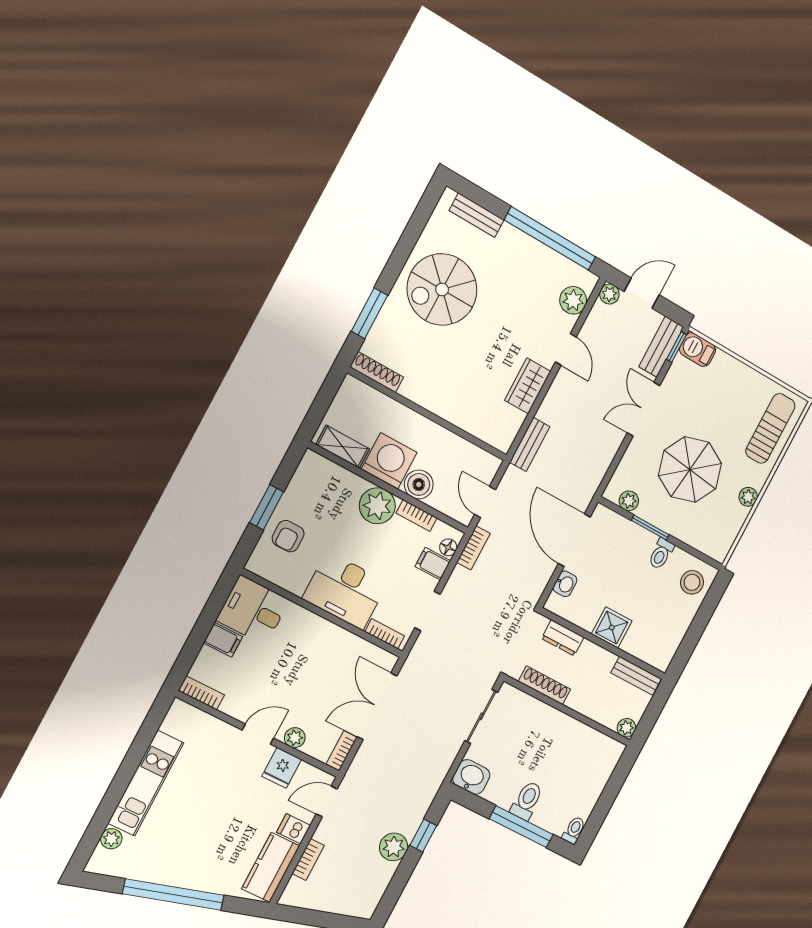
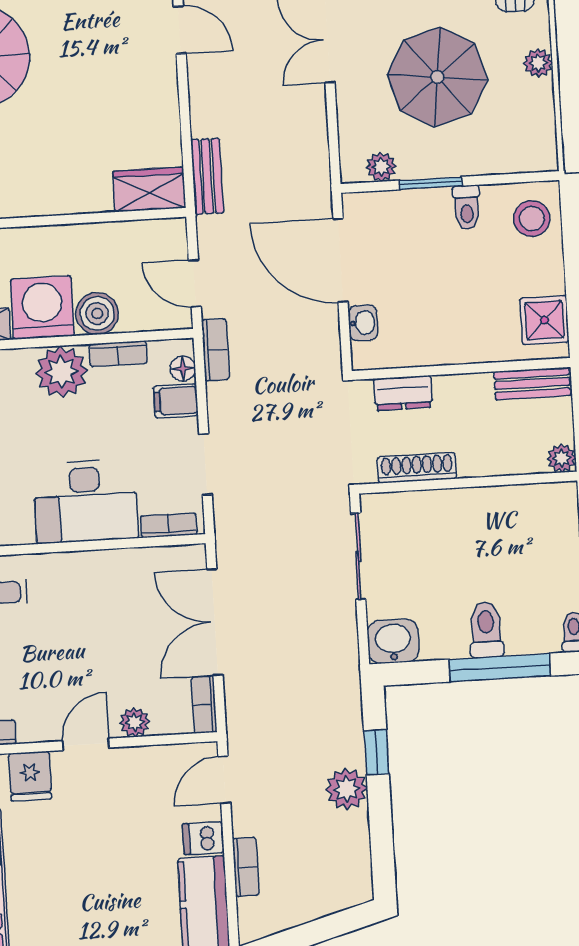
wardrobe: (528, 386) -> (149, 190), moved, turned 90
shower: (612, 627) -> (544, 320), moved
fridge: (282, 768) -> (30, 776), moved

